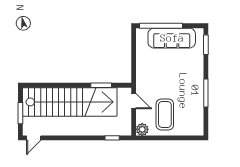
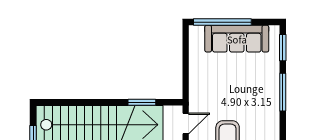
window: (206, 93) -> (283, 92), moved
door: (134, 101) -> (186, 123), hinge flipped

